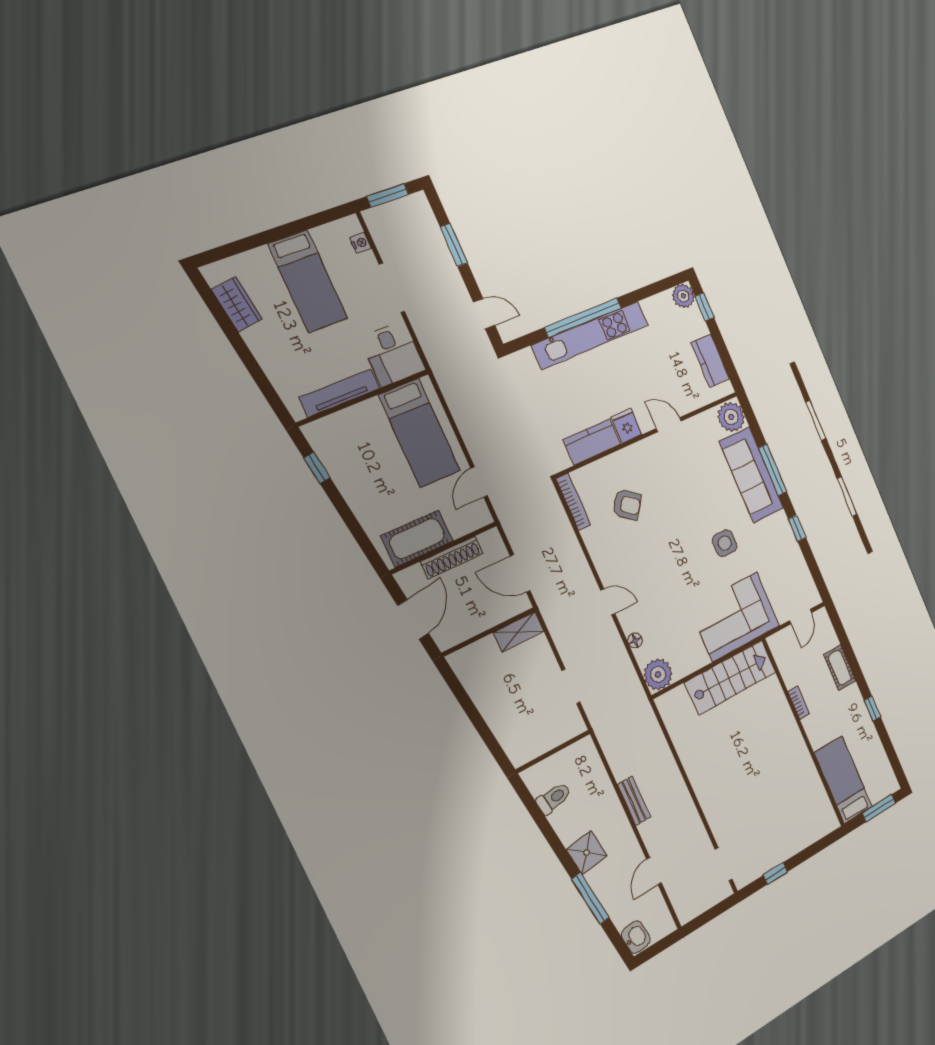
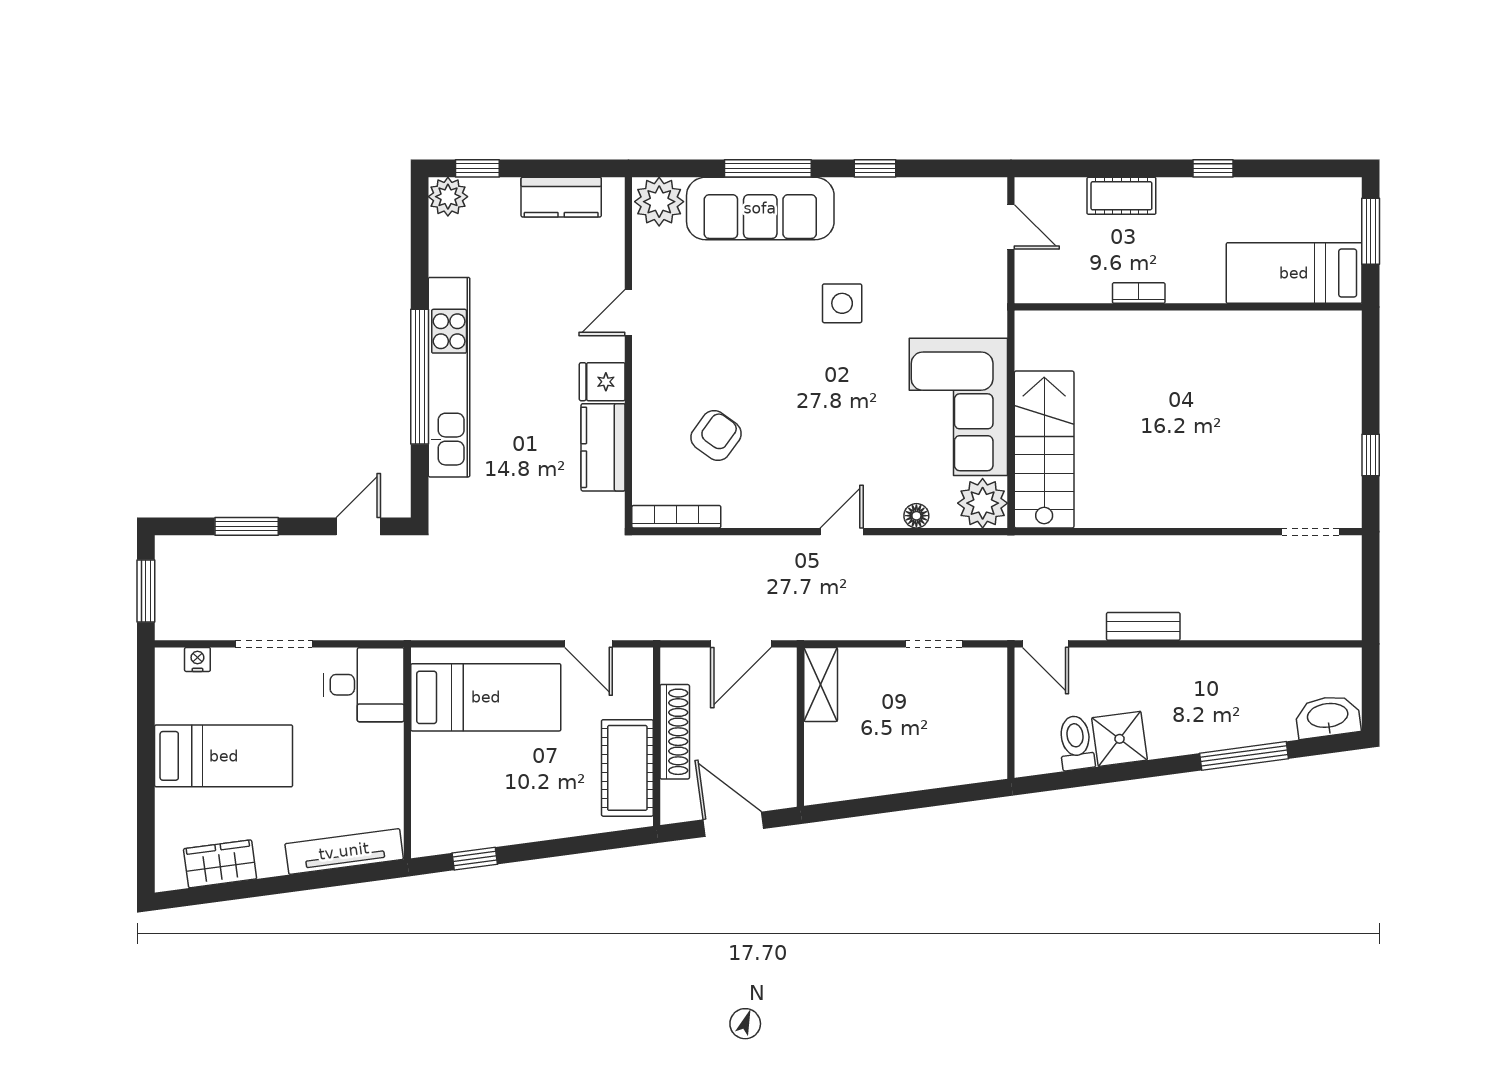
tv unit: (340, 393) -> (344, 851), moved, turned 82
corner sofa: (735, 617) -> (958, 407), moved
stairs: (731, 677) -> (1044, 450), moved
shower: (587, 853) -> (1120, 739), moved
door: (654, 871) -> (1046, 644), moved
washbasin: (636, 937) -> (1328, 717), width x1.38

